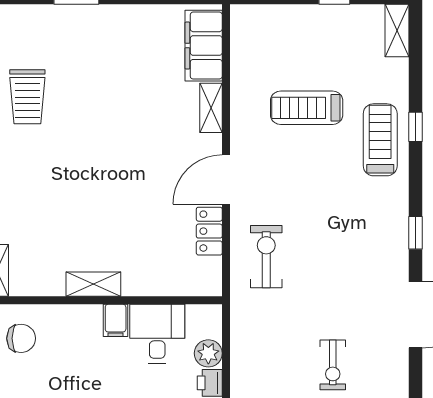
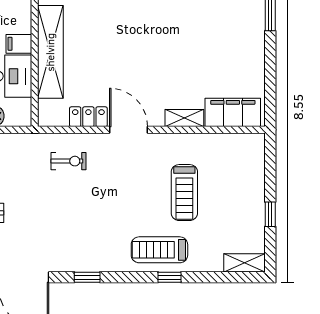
treadmill: (307, 108) -> (184, 193), turned 180
treadmill: (380, 140) -> (159, 250), turned 180
exercise bike: (266, 257) -> (69, 161), width x0.73, depth x0.72
shelving: (93, 284) -> (50, 52), width x2.20, depth x1.33

